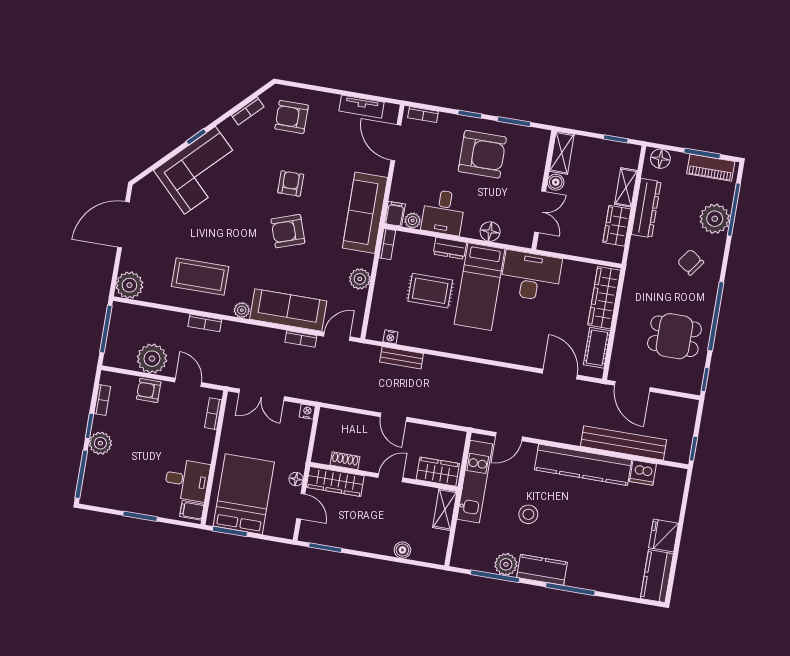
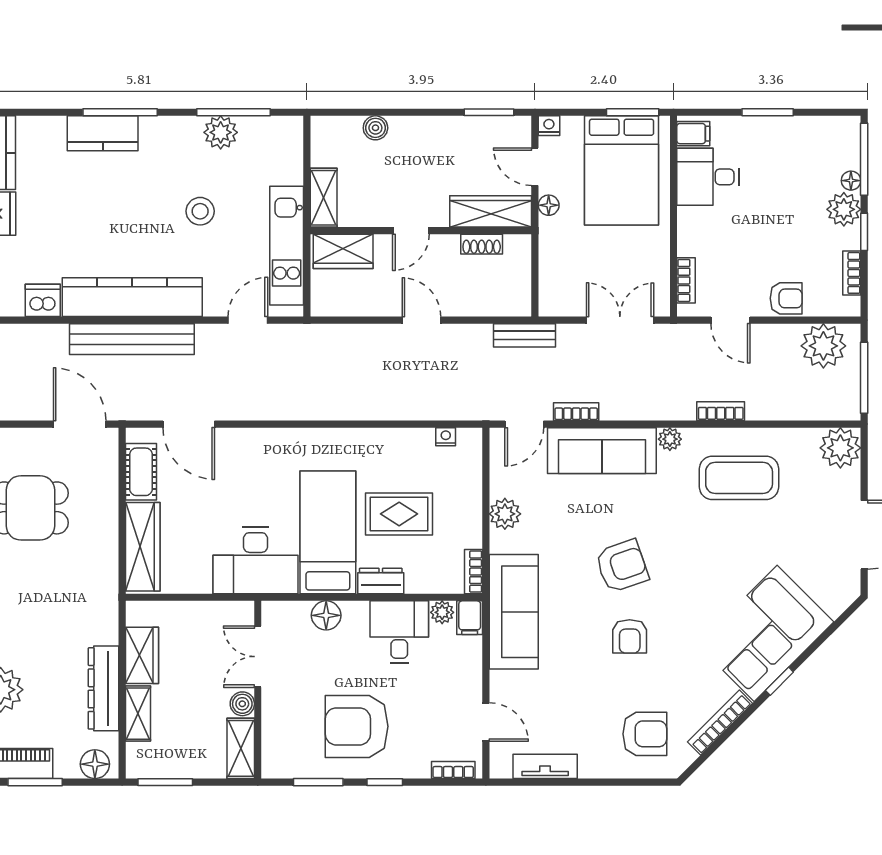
bookcase: (248, 111) -> (720, 723), width x1.56
window: (616, 139) -> (165, 782), width x1.50
door: (396, 143) -> (486, 722), width x0.73
chair: (691, 262) -> (25, 620), removed
bench: (402, 358) -> (524, 335), moved
plant: (152, 359) -> (823, 346), moved
nightstand: (307, 412) -> (549, 126), moved, turned 180
bench: (624, 443) -> (132, 339), moved
floor lamp: (92, 461) -> (851, 181), added
kitchen counter: (542, 570) -> (103, 133), moved

